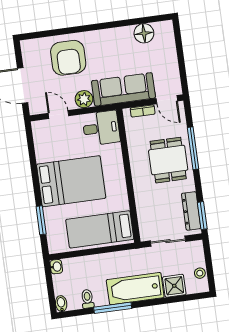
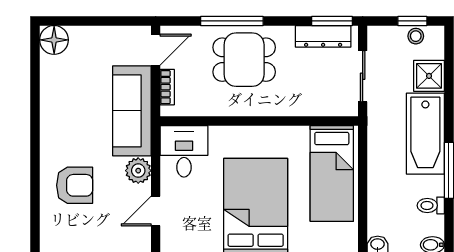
floor lamp: (144, 33) -> (54, 40), moved
armchair: (68, 58) -> (75, 185), width x0.73, depth x0.73
window: (210, 270) -> (412, 21), added

